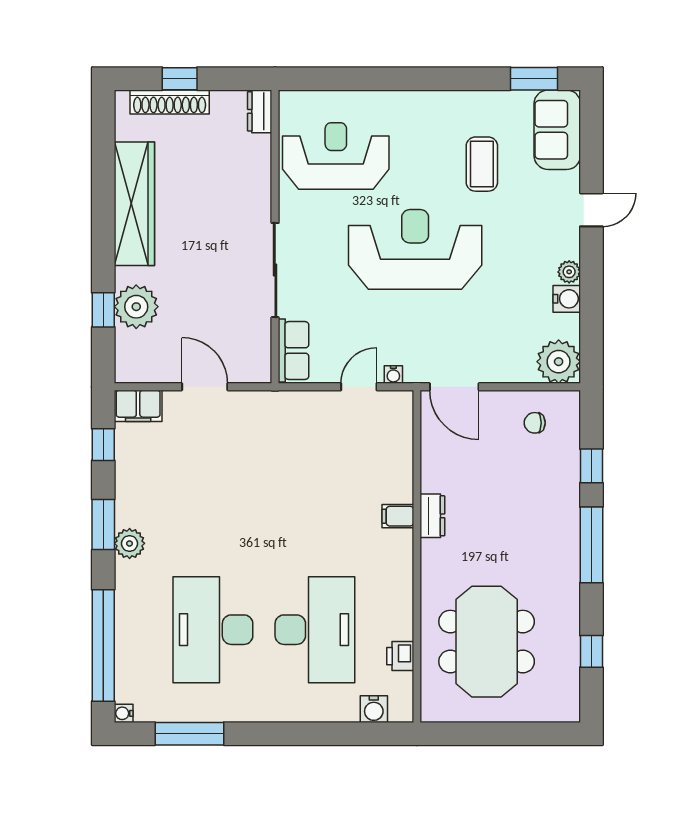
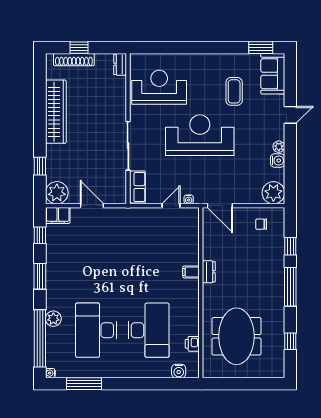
plant: (136, 307) -> (57, 193), moved
plant: (130, 543) -> (53, 319), moved

